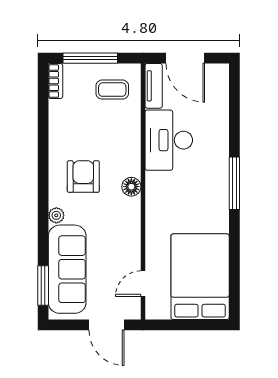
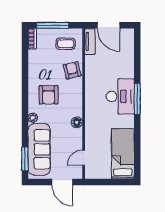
armchair: (123, 135) -> (72, 70), added
desk: (169, 140) -> (120, 96), moved, turned 180
armchair: (83, 177) -> (49, 95), turned 180
floor lamp: (131, 187) -> (77, 122), moved
bed: (200, 277) -> (123, 154), width x0.67

